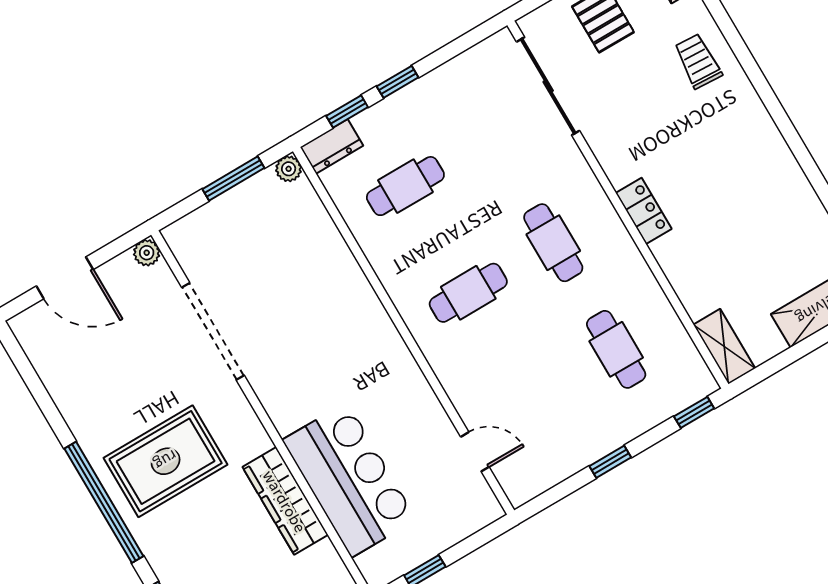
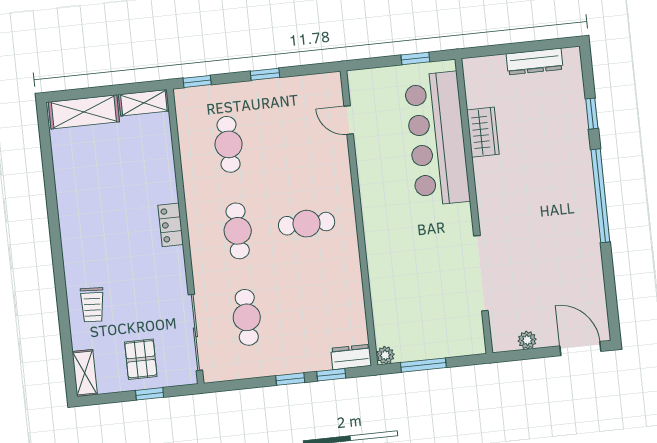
cafe table: (405, 186) -> (247, 317), moved, turned 90
plant: (147, 253) -> (527, 340), moved
door: (65, 278) -> (580, 349), moved
shelving: (724, 346) -> (144, 103), moved, turned 90
rug: (166, 461) -> (549, 204), removed
bar counter: (349, 480) -> (437, 139), width x1.36
wardrobe: (285, 501) -> (483, 132), width x0.67

